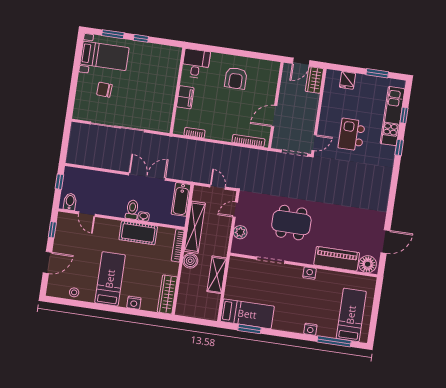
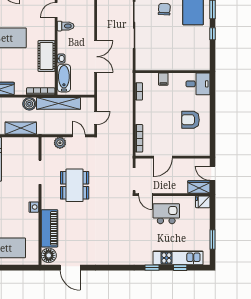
fridge: (347, 80) -> (203, 202), moved
filing cabinet: (185, 97) -> (163, 79), width x0.50
door: (274, 116) -> (163, 157), swing flipped
kitchen island: (352, 135) -> (166, 214), moved
bathtub: (181, 199) -> (64, 78), moved, turned 90
toilet: (132, 210) -> (66, 26), moved

